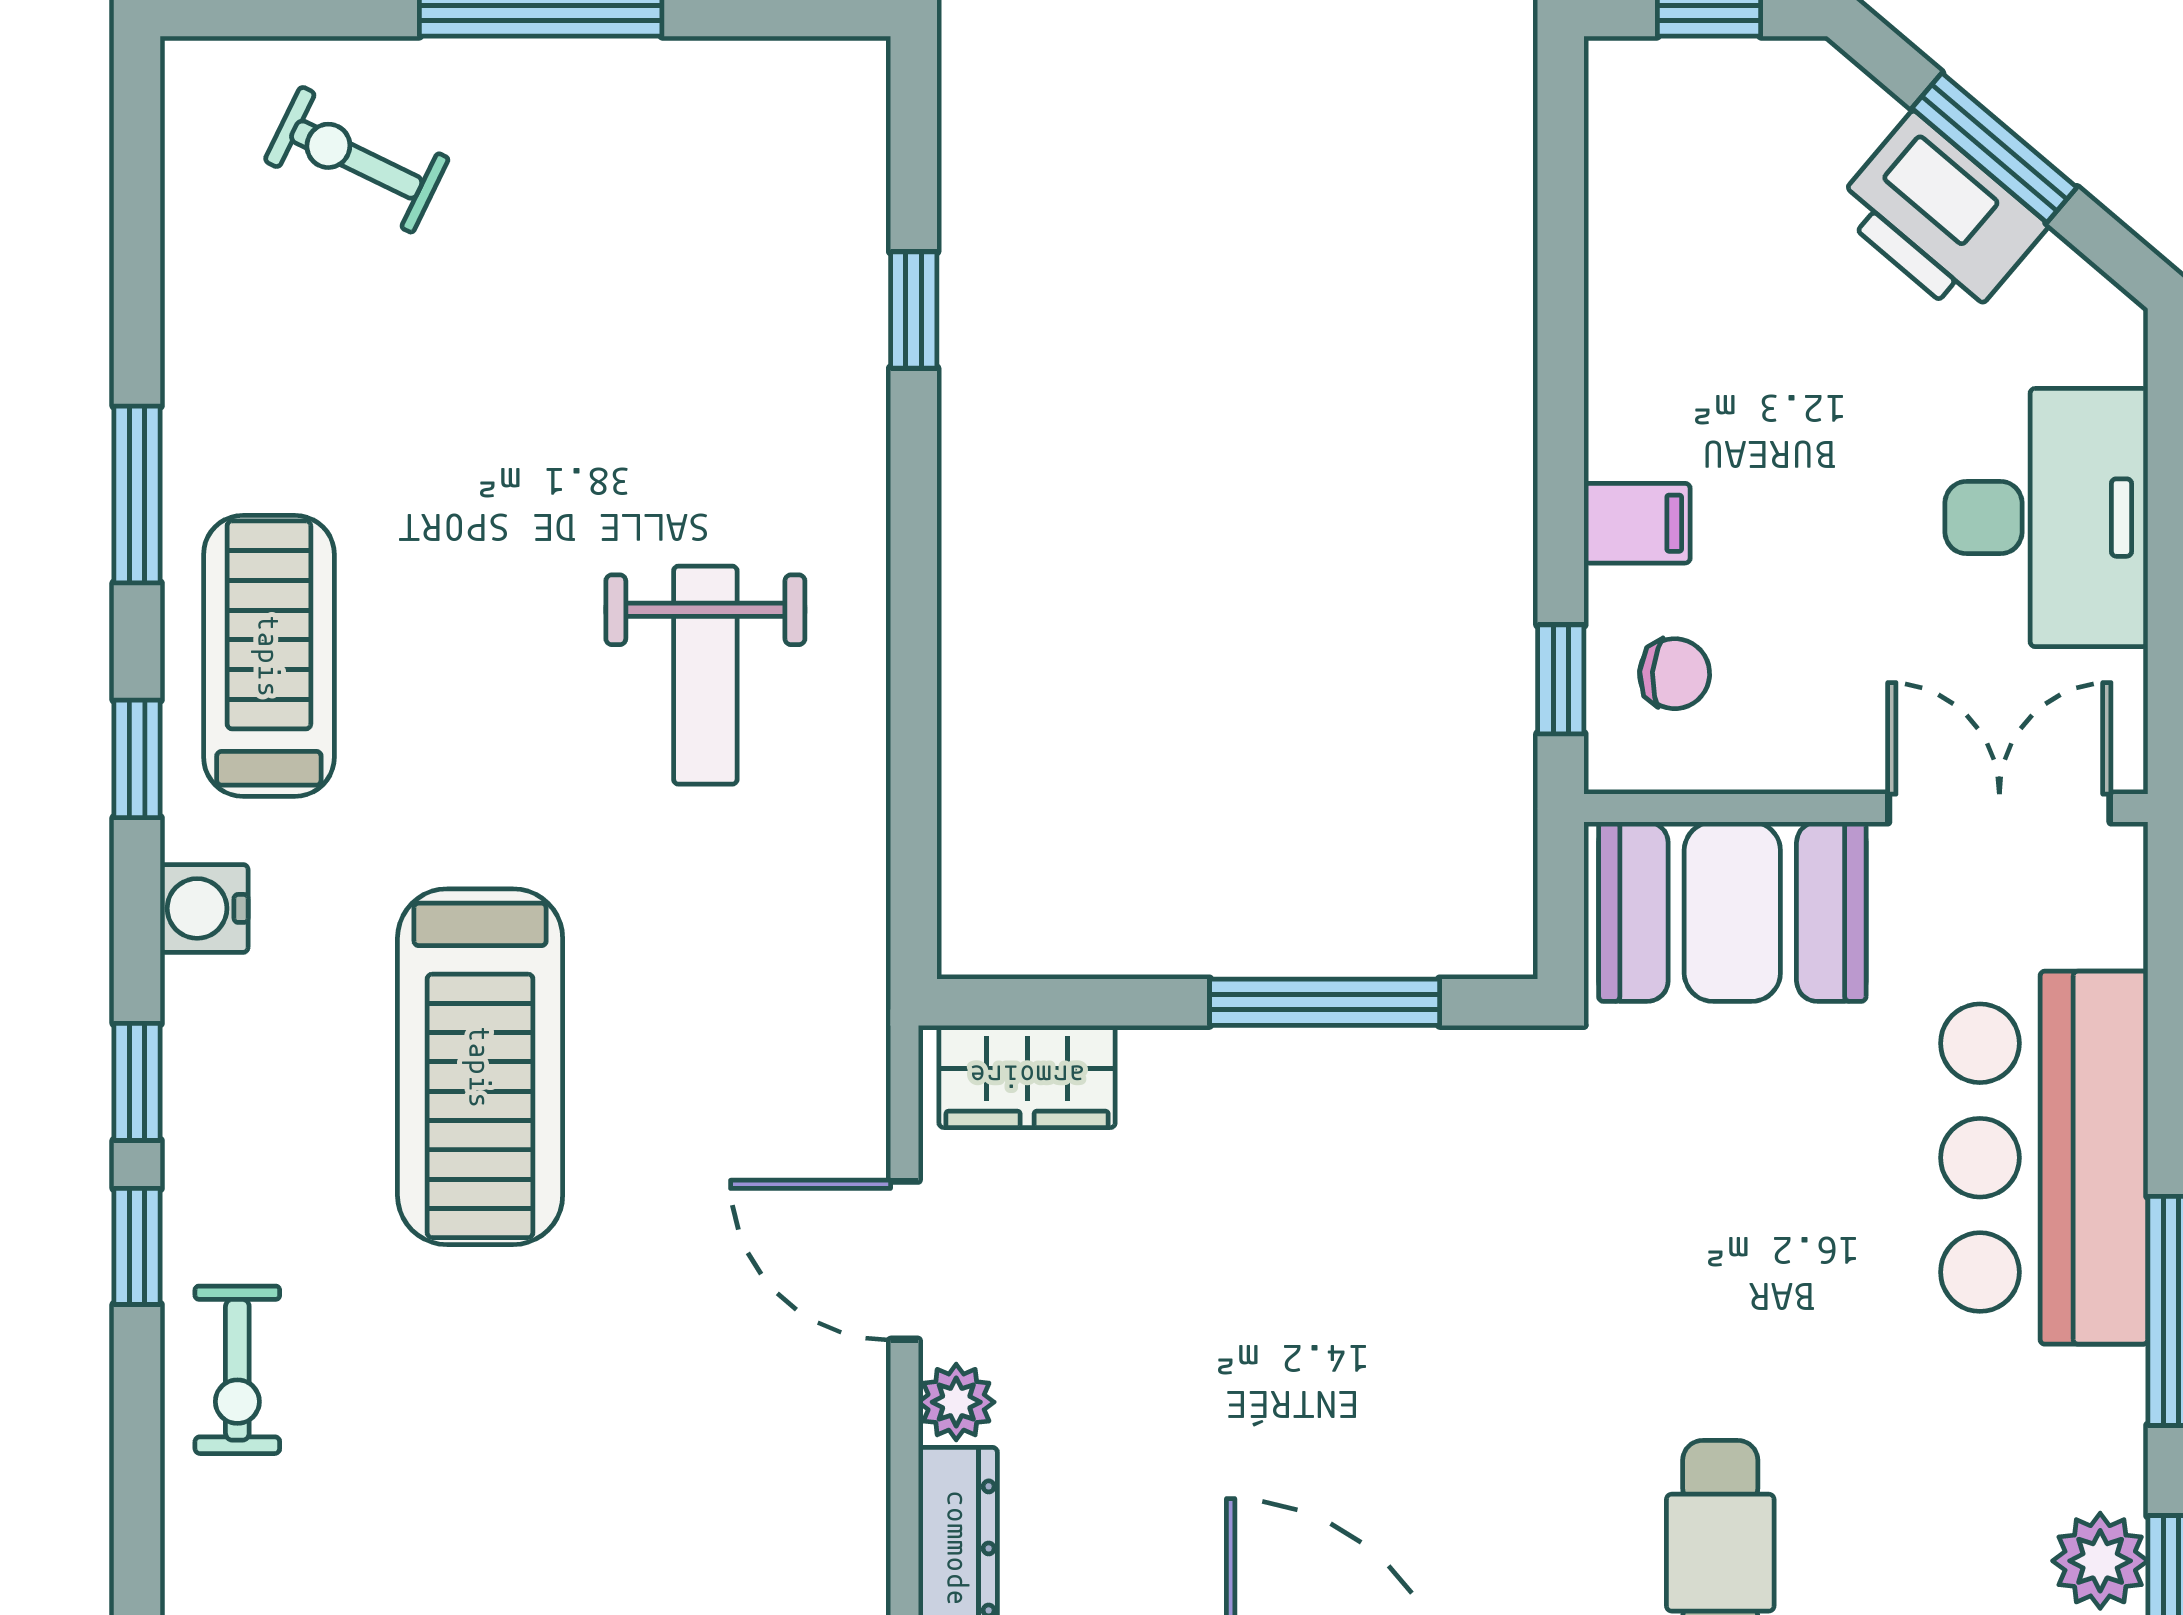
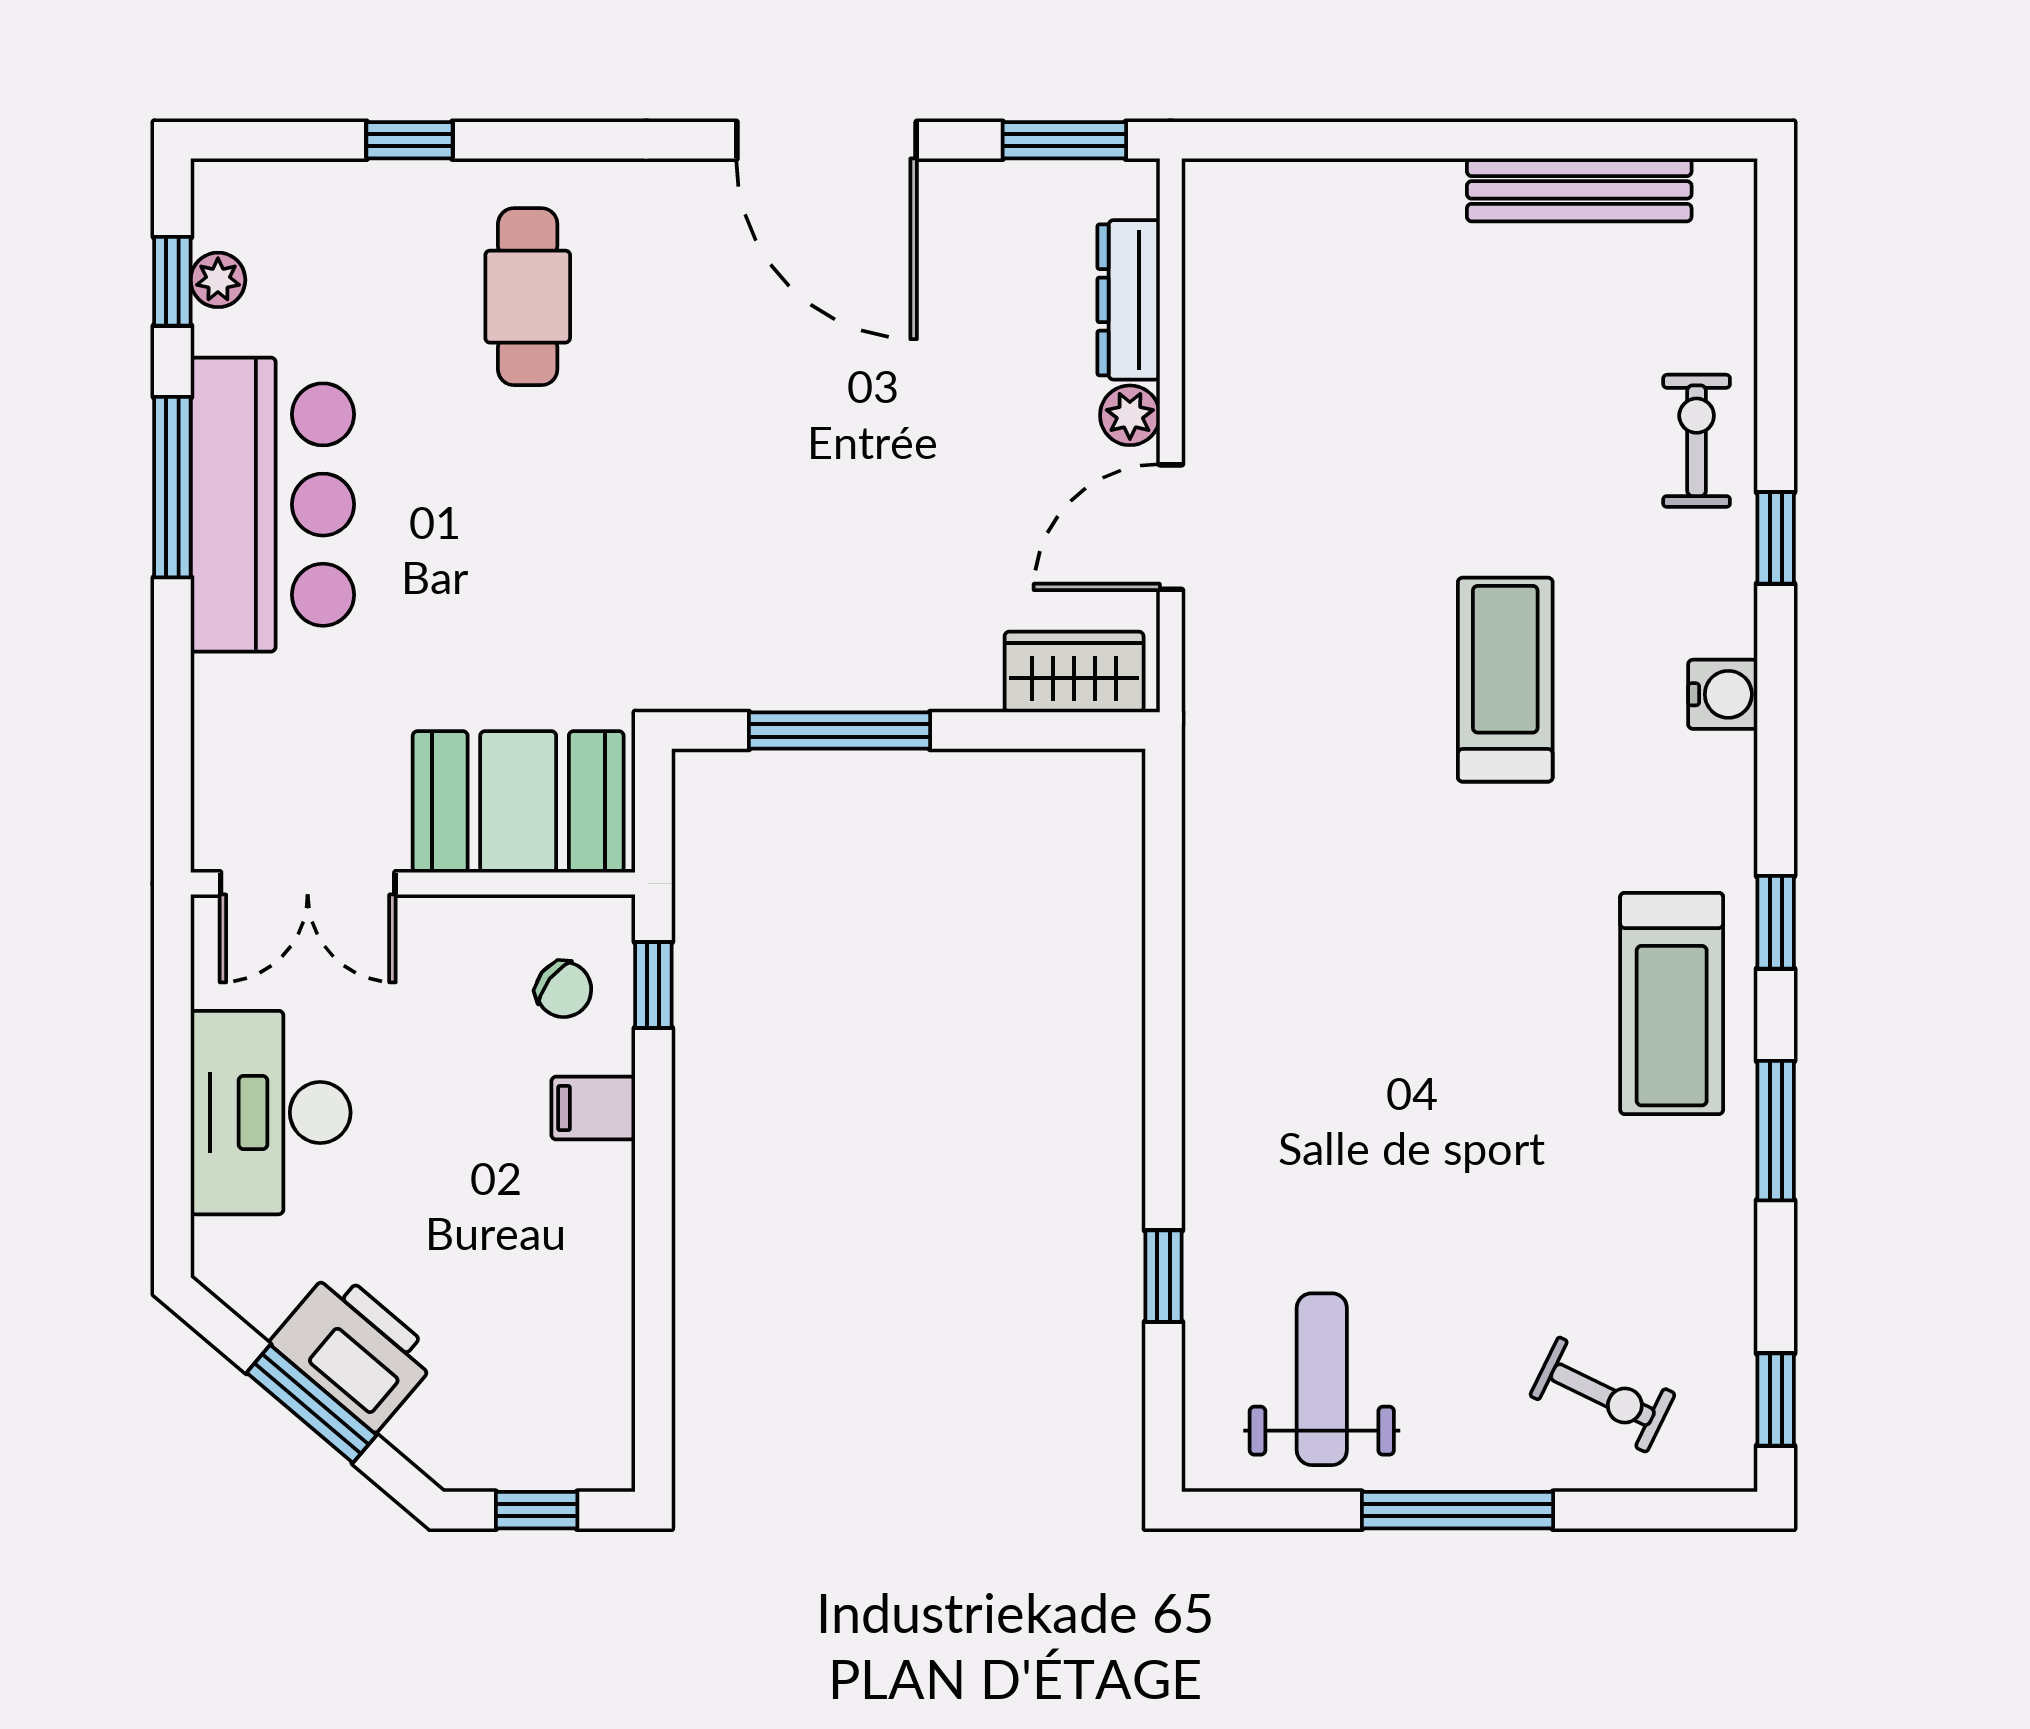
chair: (1675, 674) -> (564, 989), turned -146
weight bench: (705, 675) -> (1322, 1379), moved
water cooler: (204, 908) -> (1723, 694), moved
treadmill: (480, 1067) -> (1505, 680), width x0.73, depth x0.73
window: (137, 1082) -> (1776, 1400), moved
bar counter: (2044, 1158) -> (272, 505), moved
door: (904, 1260) -> (1171, 527), swing flipped
plant: (2100, 1561) -> (218, 280), width x0.73, depth x0.73

